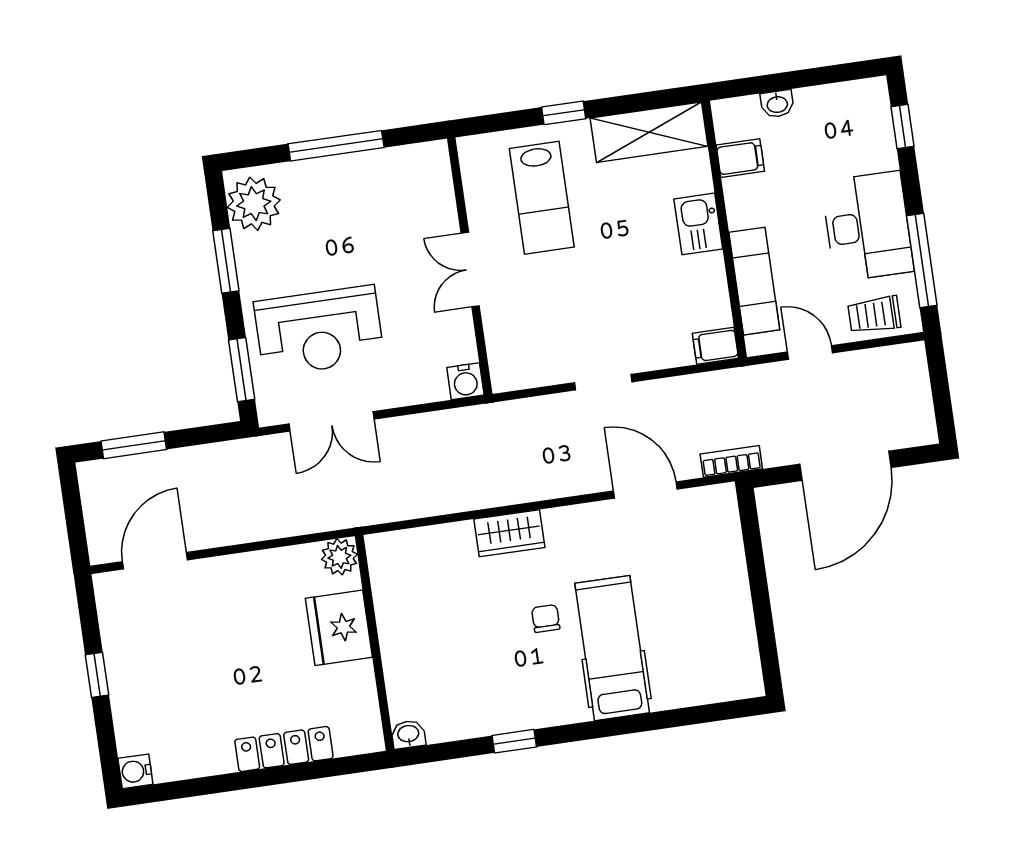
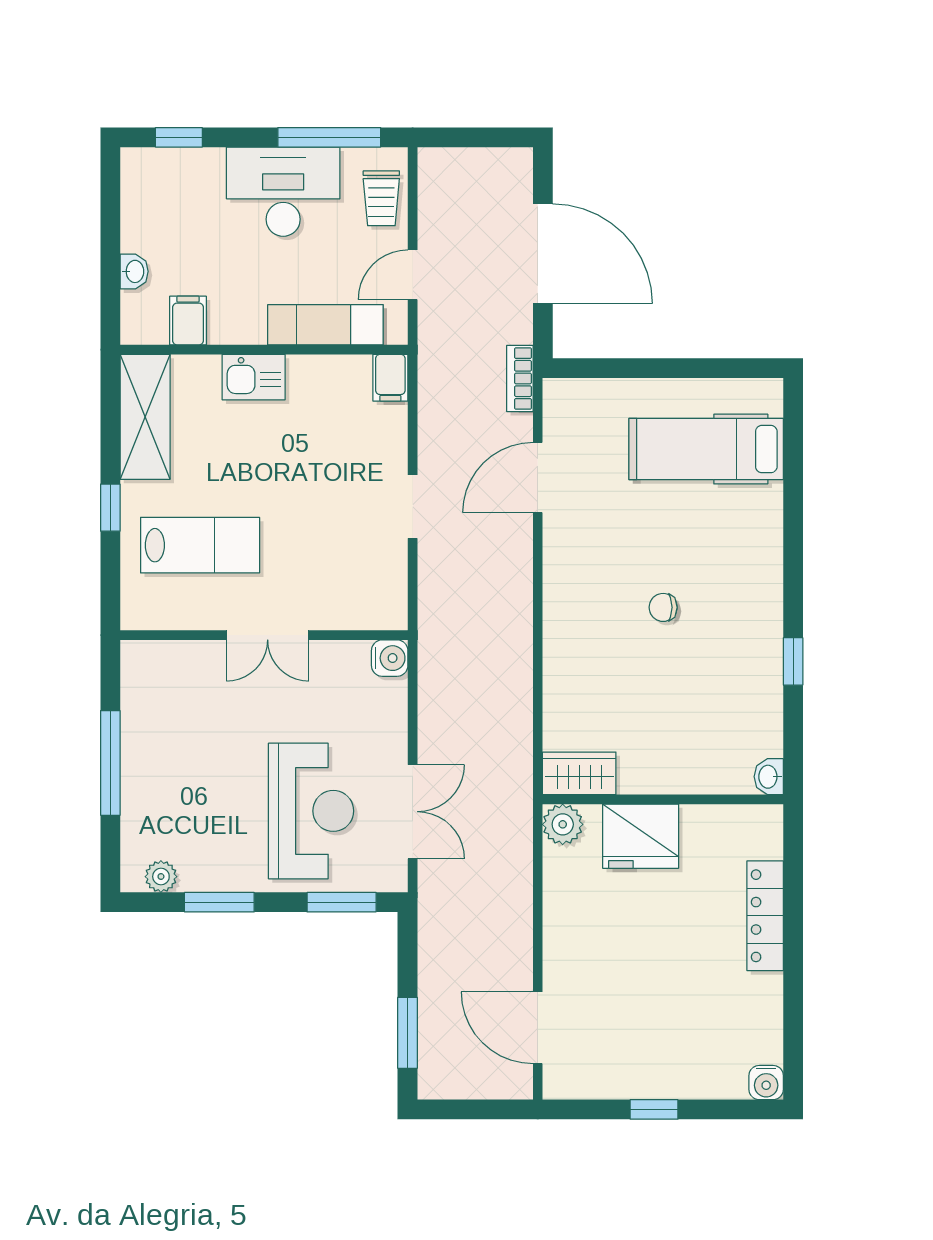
plant: (254, 204) -> (161, 877), width x0.53, depth x0.53
wardrobe: (509, 533) -> (579, 773), moved, turned -90
hospital bed: (612, 648) -> (706, 449), moved

